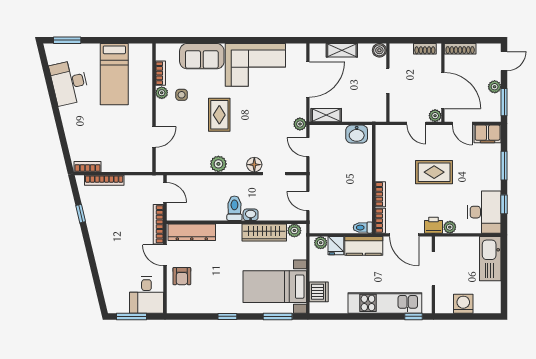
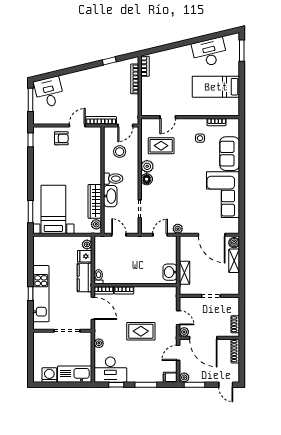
boiler: (379, 50) -> (234, 243), moved
plant: (495, 87) -> (184, 377), moved
door: (443, 91) -> (203, 338), hinge flipped
plant: (162, 93) -> (202, 123), removed
rug: (219, 115) -> (161, 146), moved
shelving: (326, 115) -> (185, 273), moved
door: (416, 123) -> (178, 318), swing flipped
filing cabinet: (488, 134) -> (170, 377), width x0.50
door: (154, 137) -> (168, 117), hinge flipped
floor lamp: (254, 165) -> (147, 179), moved
rug: (434, 172) -> (141, 331), turned 90
stool: (199, 200) -> (120, 152), added
door: (308, 201) -> (119, 235), hinge flipped
washbasin: (251, 215) -> (110, 196), width x1.91, depth x1.45
printer: (433, 225) -> (100, 331), removed
dresser: (192, 232) -> (95, 146), removed
door: (404, 235) -> (93, 308), swing flipped
armchair: (182, 276) -> (61, 138), turned 180
dishwasher: (319, 292) -> (49, 243), removed
desk: (146, 295) -> (49, 92), moved, turned 77
washing machine: (463, 304) -> (49, 375), moved, turned -90
window: (227, 316) -> (31, 140), moved
window: (414, 316) -> (31, 294), moved

